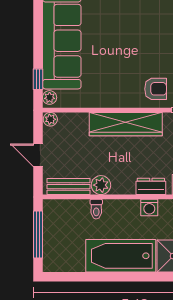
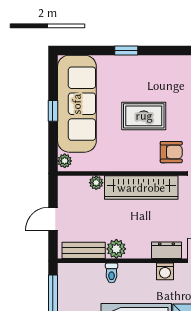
rug: (128, 53) -> (144, 116), added
window: (38, 79) -> (53, 111), moved
plant: (50, 119) -> (96, 183), moved
door: (38, 155) -> (53, 219), hinge flipped

